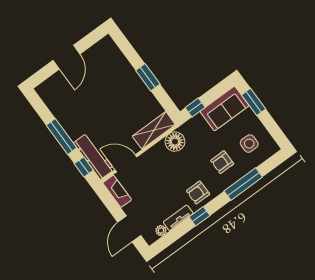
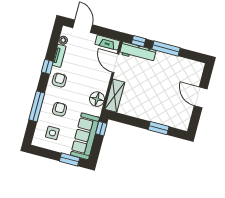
window: (148, 77) -> (159, 128), moved
sofa: (225, 109) -> (85, 136), width x1.36
door: (126, 163) -> (116, 63), swing flipped

